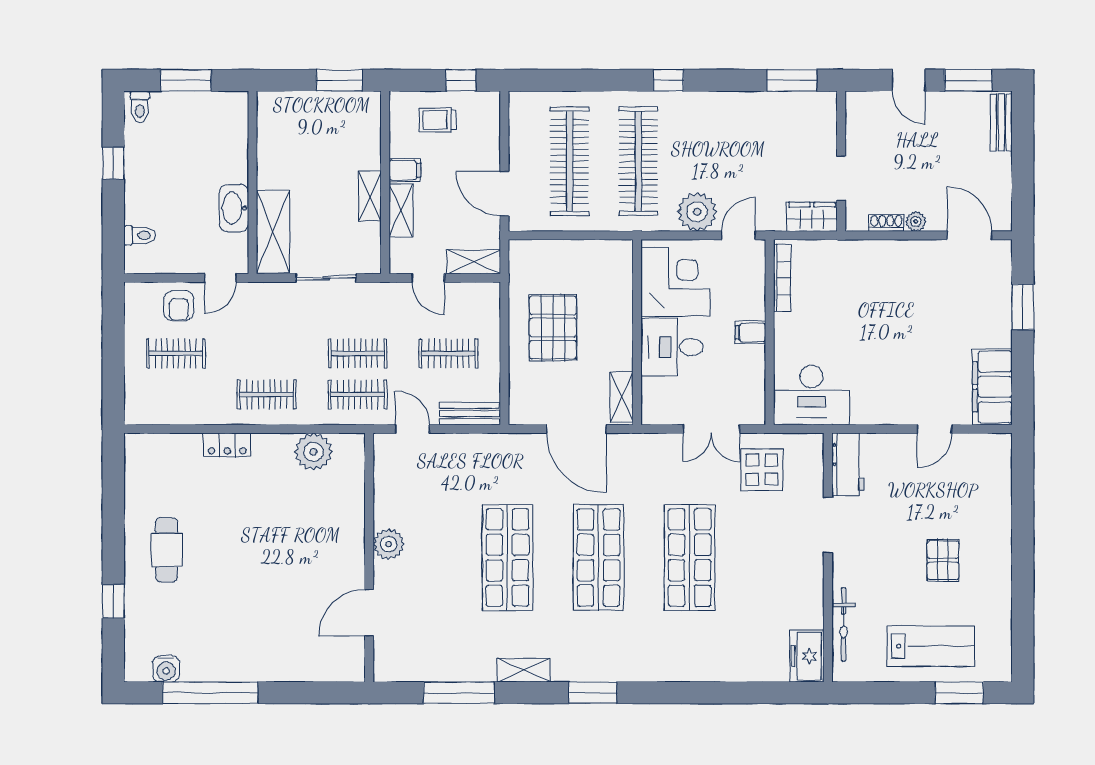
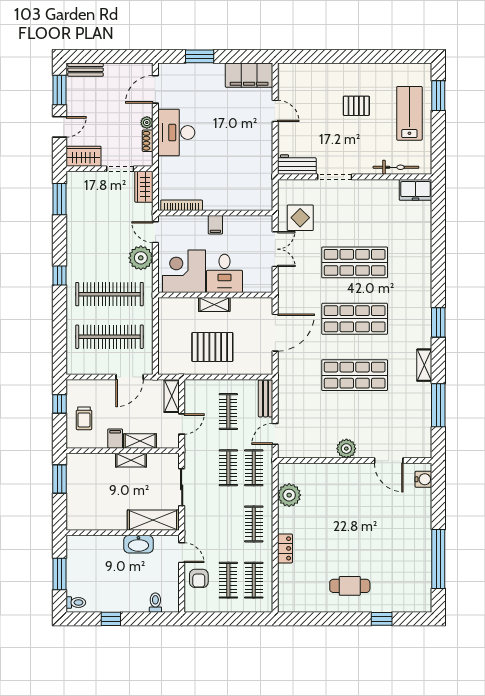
wardrobe: (861, 119) -> (83, 156), added
armchair: (179, 306) -> (199, 578), turned 90
clothes rail: (176, 394) -> (254, 580), added
desk: (811, 395) -> (176, 132), moved, turned 180
shelving: (622, 397) -> (214, 304), moved
water cooler: (166, 669) -> (423, 479), moved

